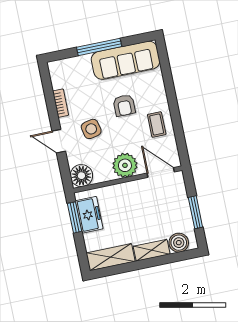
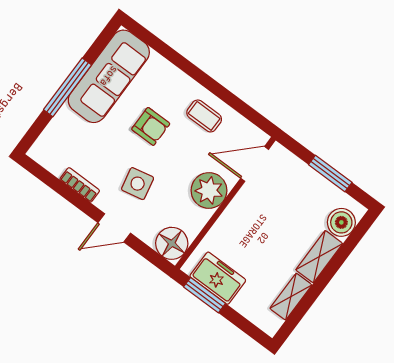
shelving: (111, 257) -> (291, 297), width x0.67, depth x0.75

